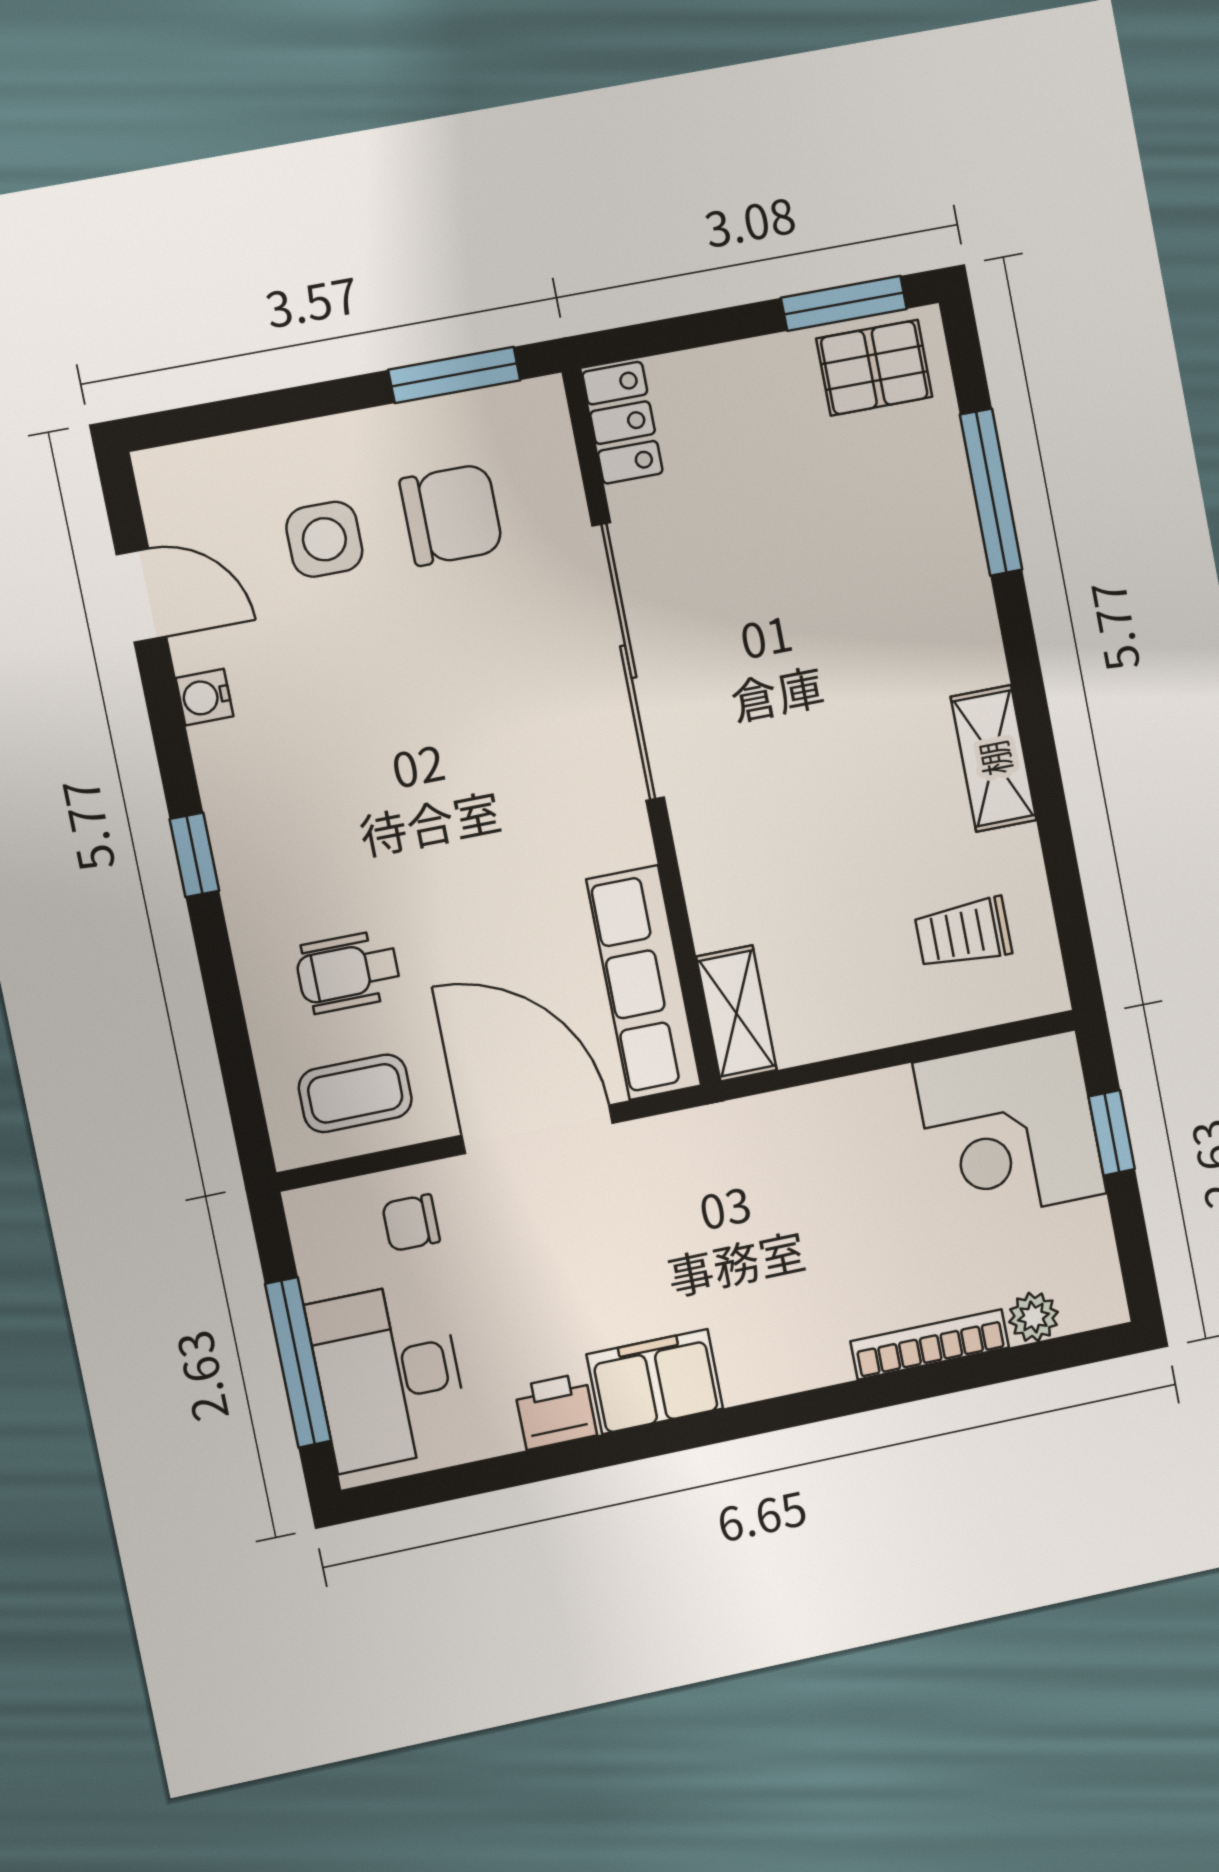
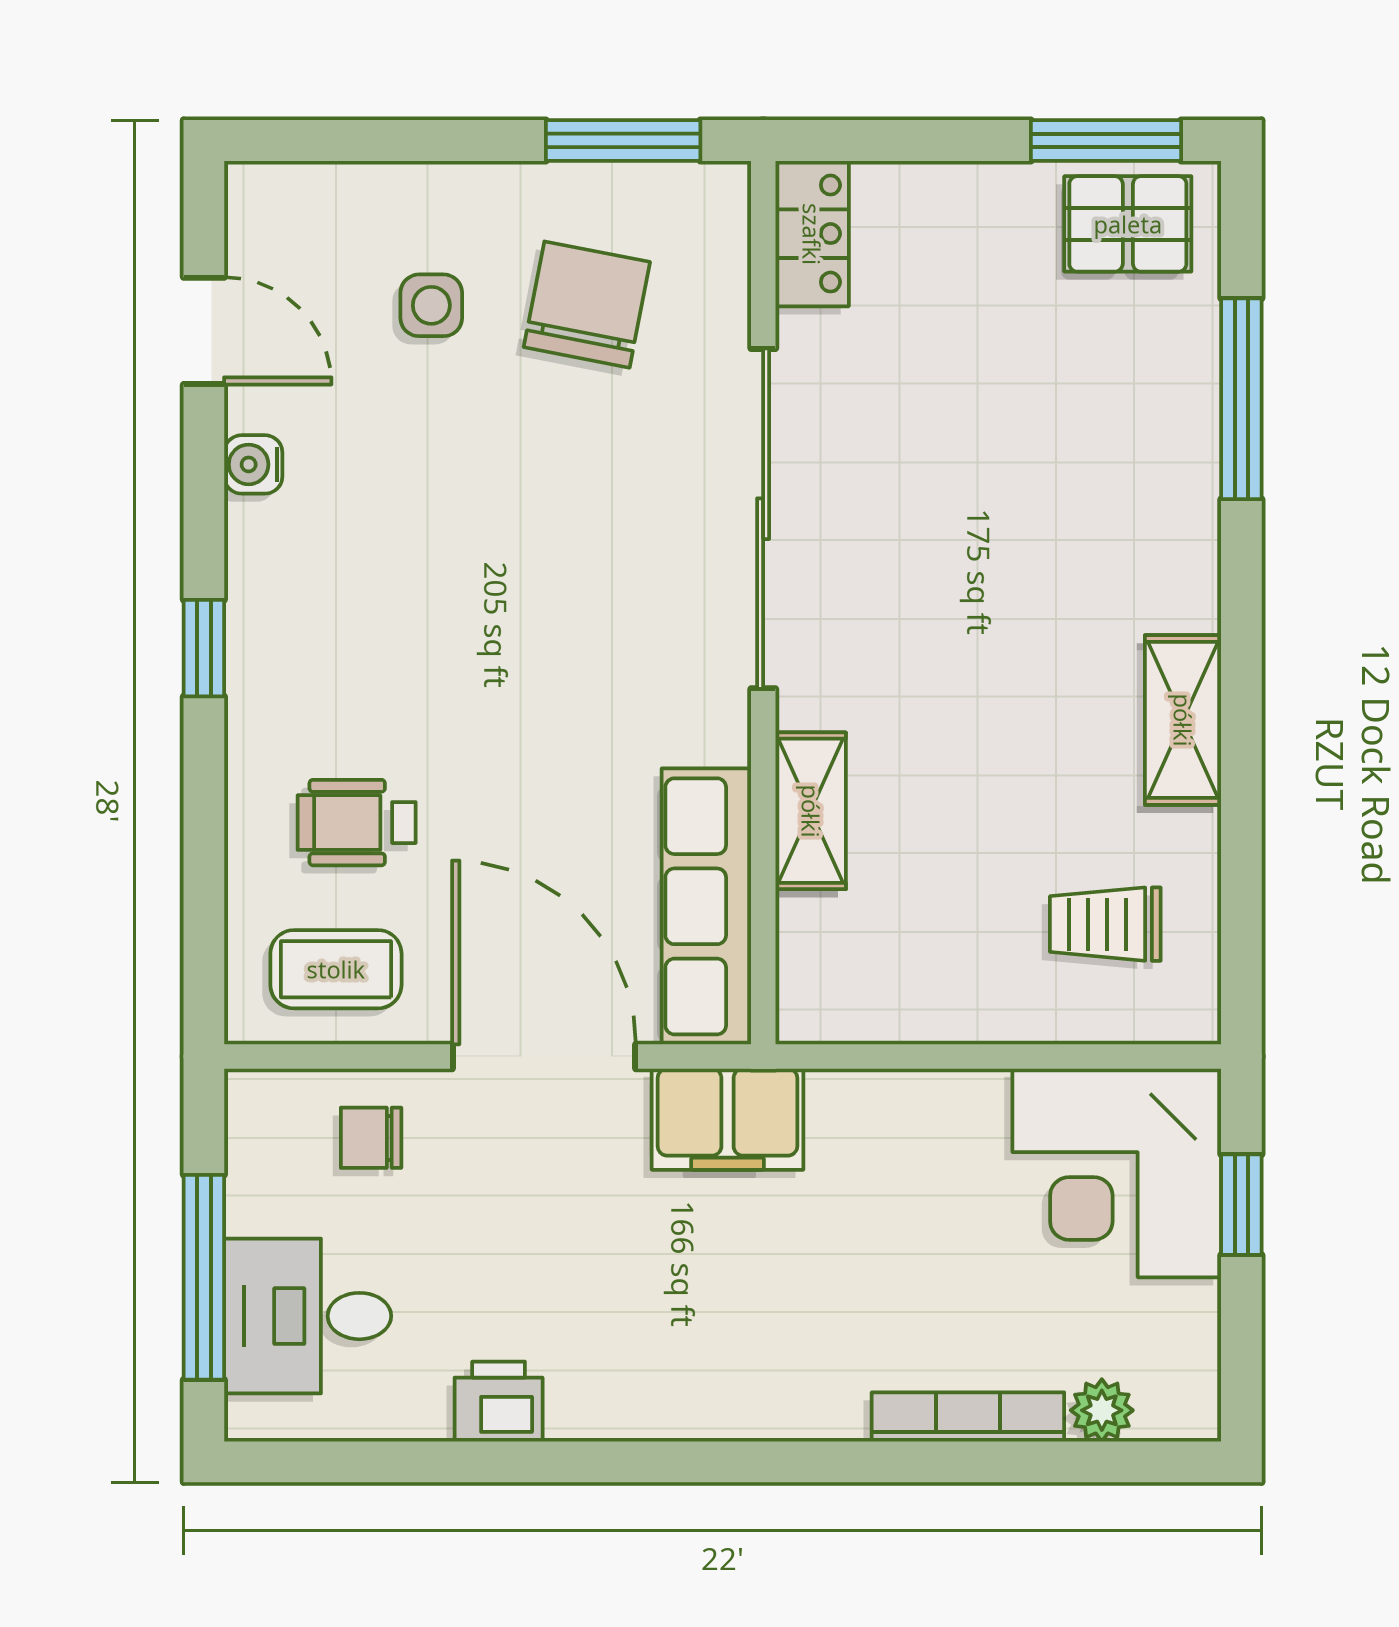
chair: (451, 515) -> (587, 305), turned -79
side table: (324, 539) -> (431, 305), width x0.73, depth x0.73
shelving: (736, 1013) -> (811, 811), moved
desk: (388, 1376) -> (308, 1316), width x0.73
filing cabinet: (655, 1381) -> (727, 1119), moved, turned 180

